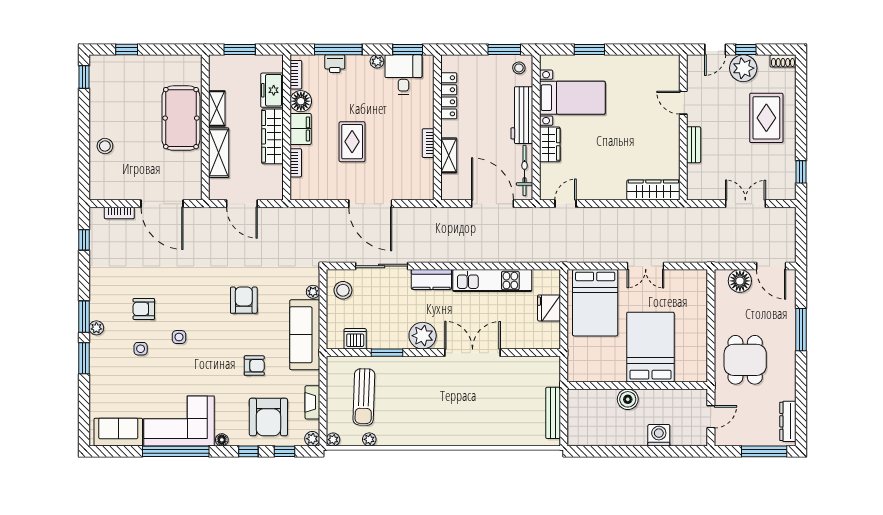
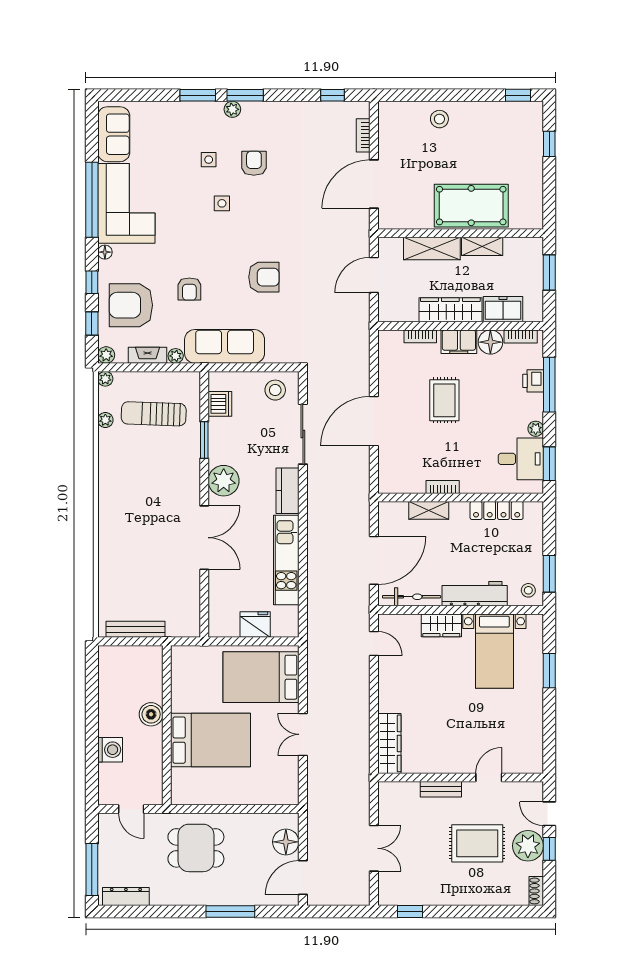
rug: (766, 118) -> (477, 843), moved
rug: (352, 142) -> (444, 400), turned 90
plant: (313, 292) -> (176, 356), moved

